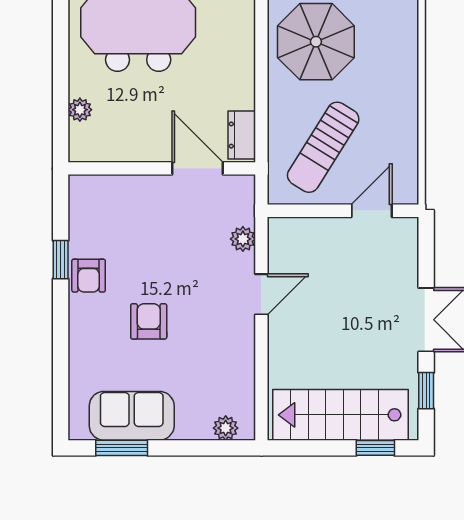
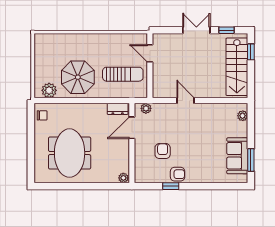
plant: (80, 110) -> (123, 178), moved
sun lounger: (323, 147) -> (123, 74), turned -32
plant: (243, 239) -> (146, 108), moved
armchair: (149, 321) -> (163, 151), moved, turned 90

